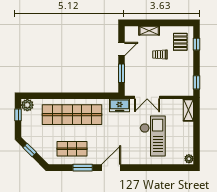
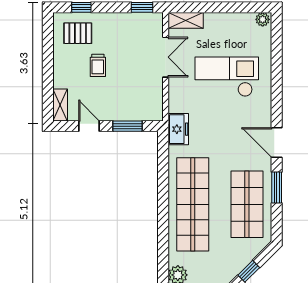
shelving: (149, 31) -> (60, 105), moved
double door: (147, 97) -> (166, 57), moved
shop shelf: (72, 149) -> (247, 204), width x1.43, depth x1.36

